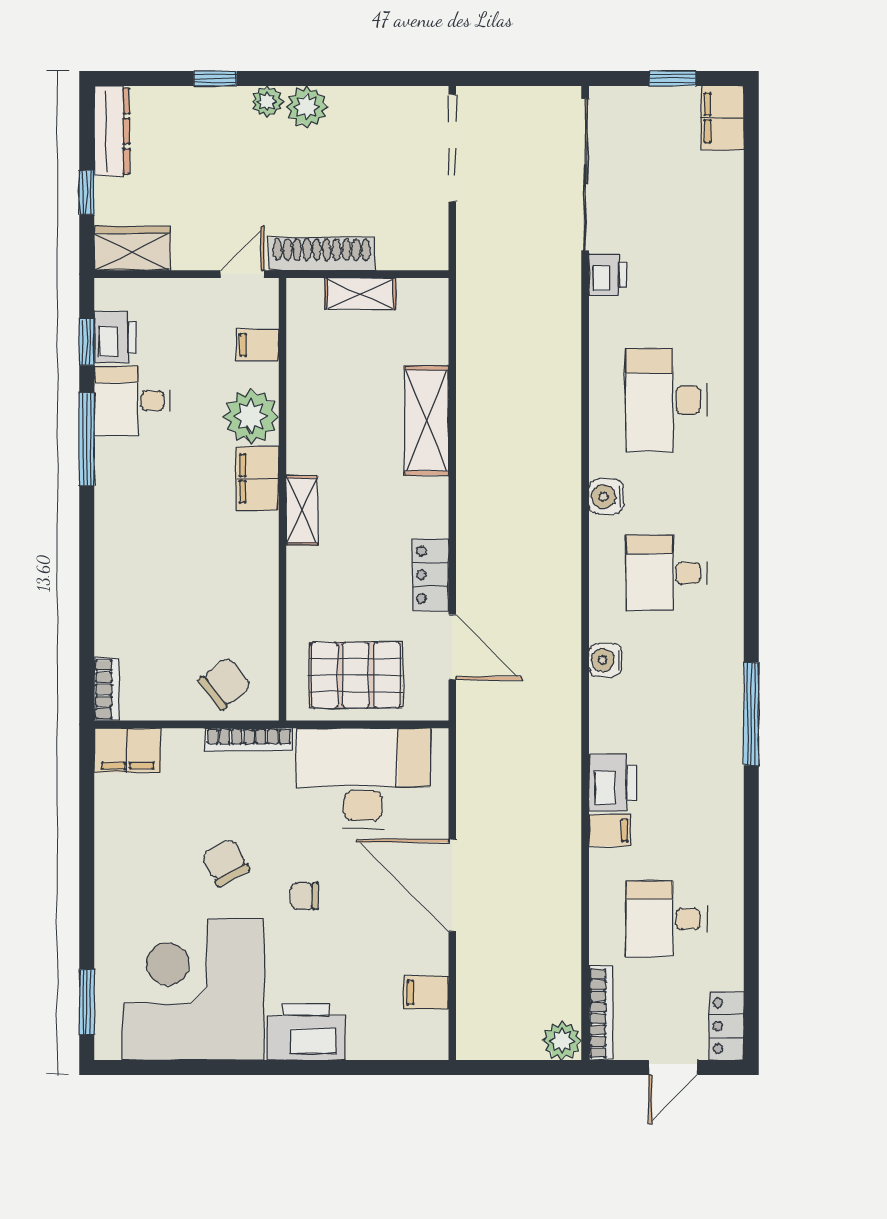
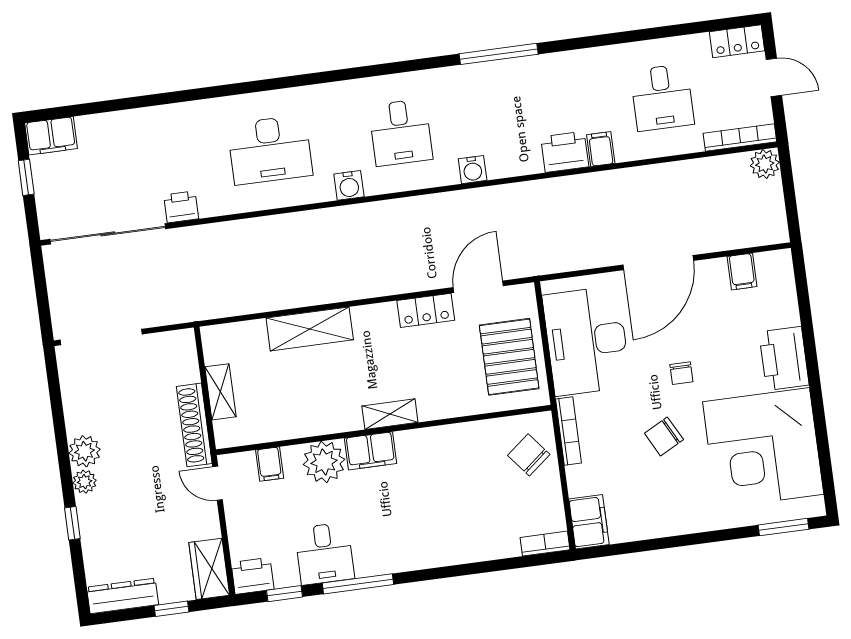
printer: (116, 337) -> (253, 576), moved

